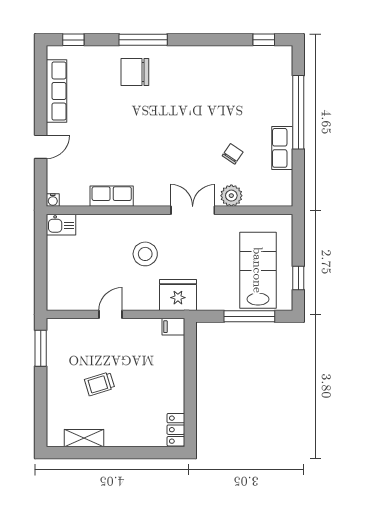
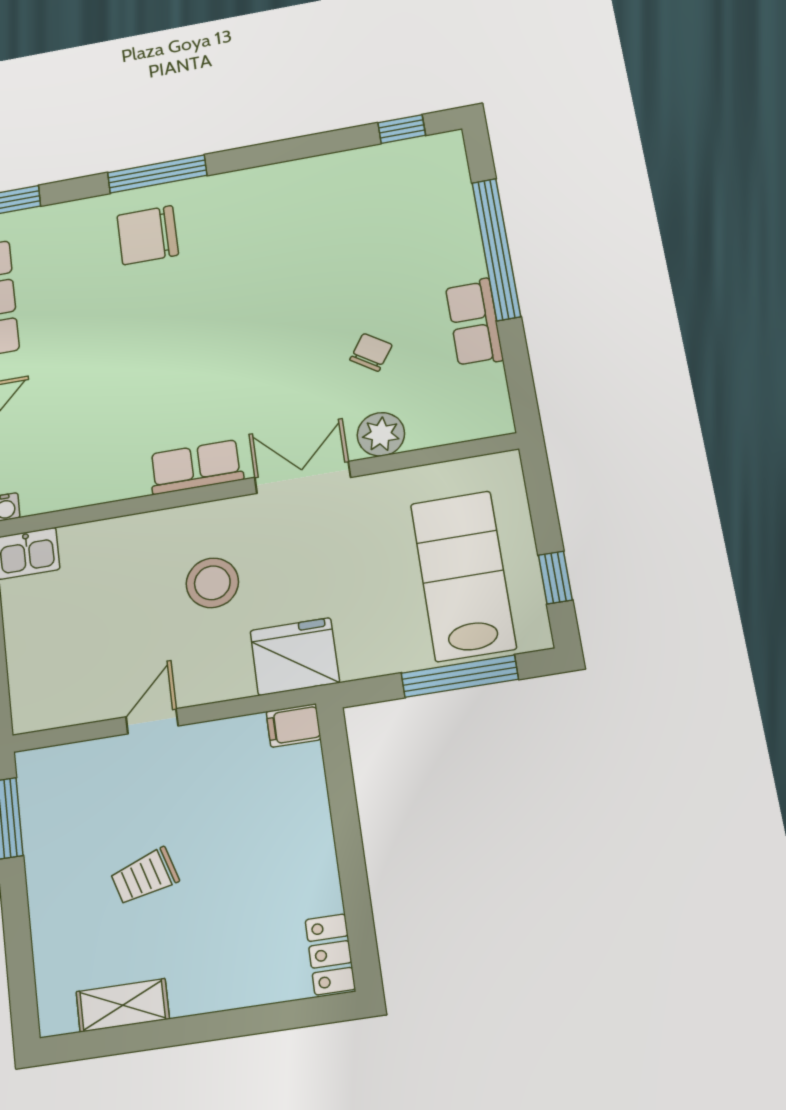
row of seats: (112, 196) -> (196, 467), moved

